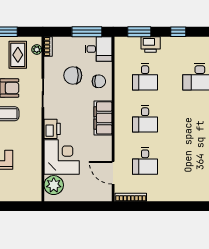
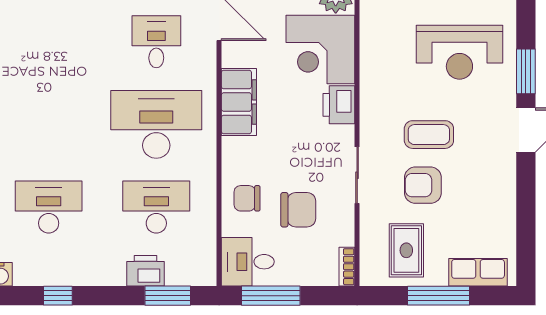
window: (178, 32) -> (58, 296), moved
plant: (37, 50) -> (369, 261), removed
desk: (145, 77) -> (156, 207), width x1.37
filing cabinet: (103, 118) -> (239, 102), moved
desk: (145, 119) -> (156, 124), width x1.87, depth x1.30

